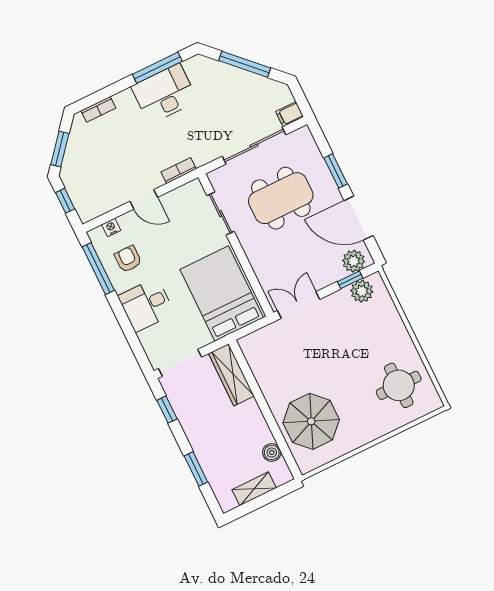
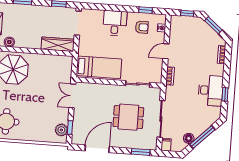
window: (157, 68) -> (225, 94), width x0.46
floor lamp: (259, 84) -> (189, 138), added
window: (336, 171) -> (141, 152), moved
dining table: (281, 198) -> (128, 117), width x0.73
plant: (354, 261) -> (78, 134), removed
window: (98, 269) -> (146, 10), width x0.46
bed: (222, 293) -> (99, 67), width x0.67
double door: (299, 305) -> (72, 96), swing flipped

